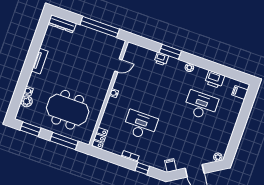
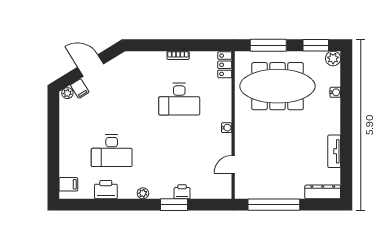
tv unit: (40, 61) -> (334, 151), moved
plant: (27, 101) -> (333, 58), moved
meeting table: (68, 110) -> (277, 86), width x1.36
filing cabinet: (170, 165) -> (80, 89), moved
window: (142, 169) -> (158, 45), removed

